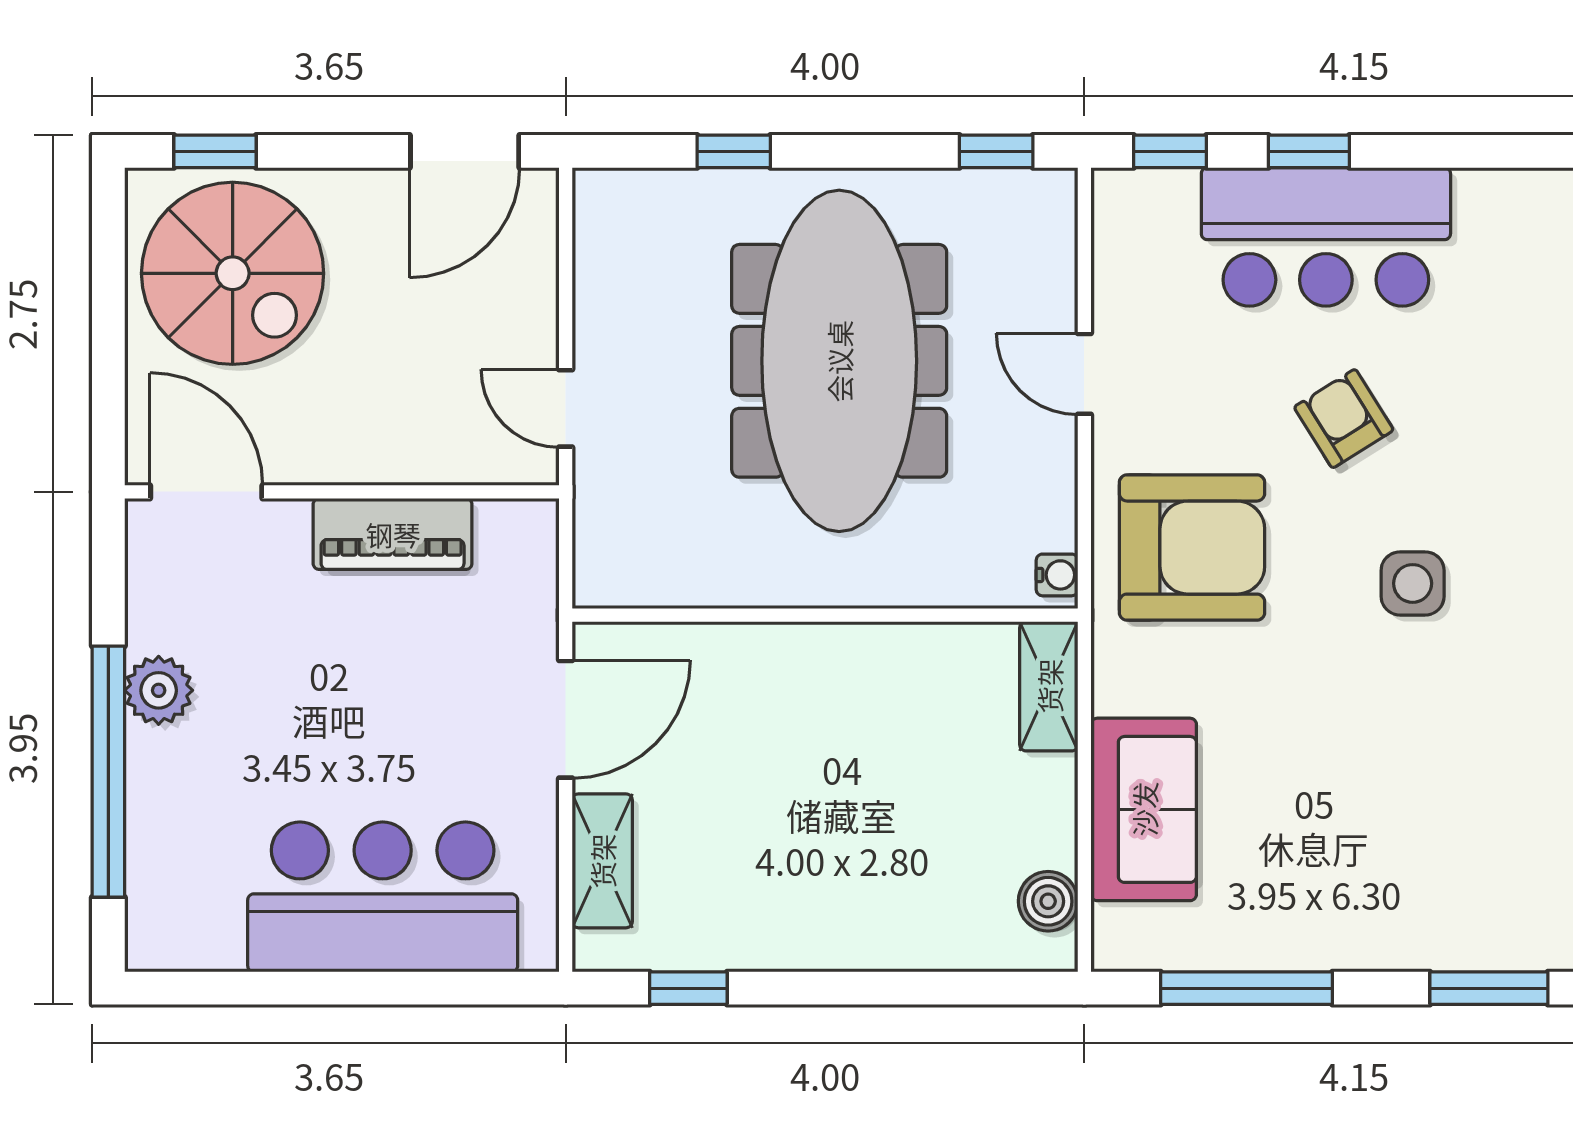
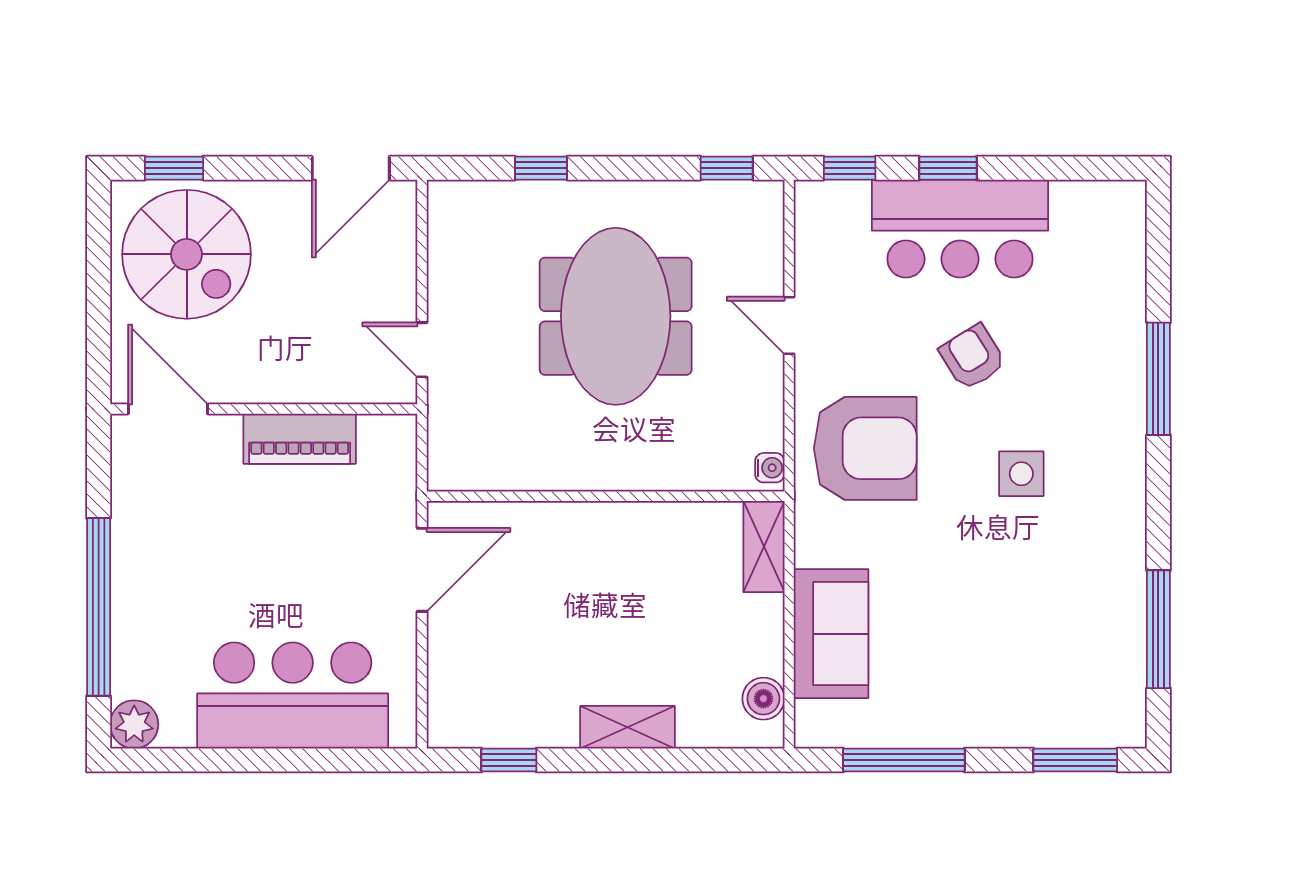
meeting table: (839, 361) -> (616, 316), width x0.73
plant: (159, 690) -> (134, 724), moved
shelving: (602, 861) -> (628, 727), moved, turned 90

